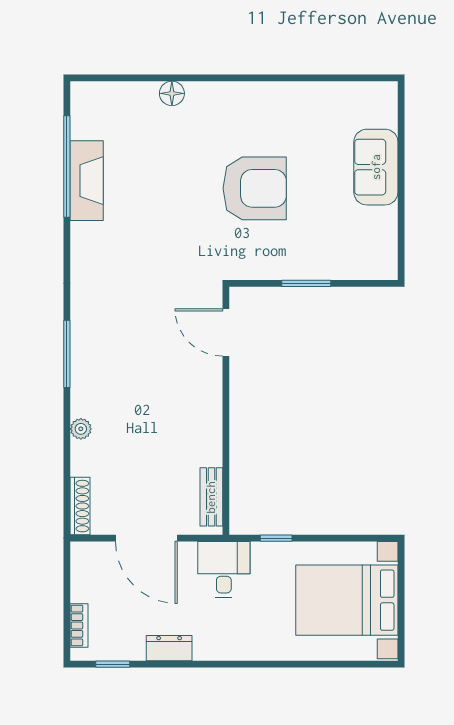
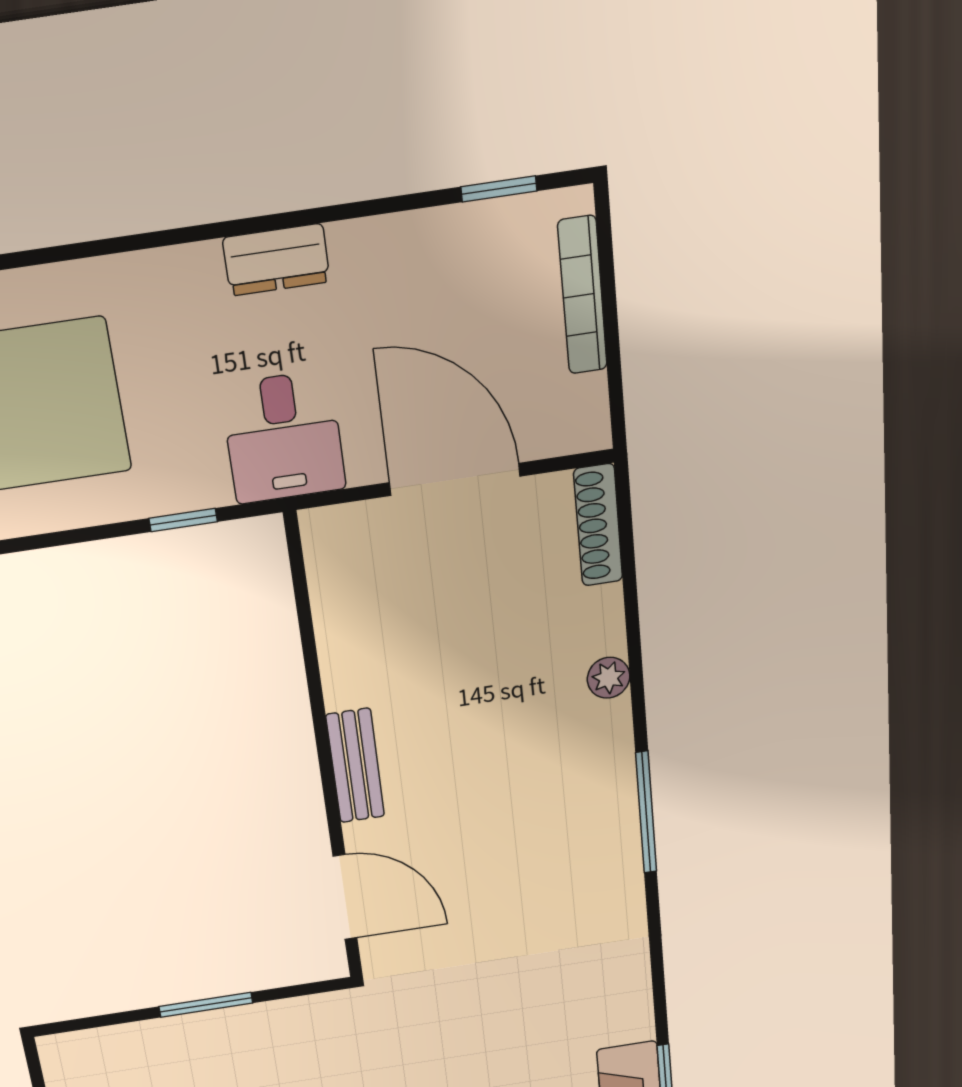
bench: (211, 497) -> (355, 766), moved
bookcase: (79, 625) -> (582, 295), width x1.56
dresser: (169, 648) -> (276, 260), moved

